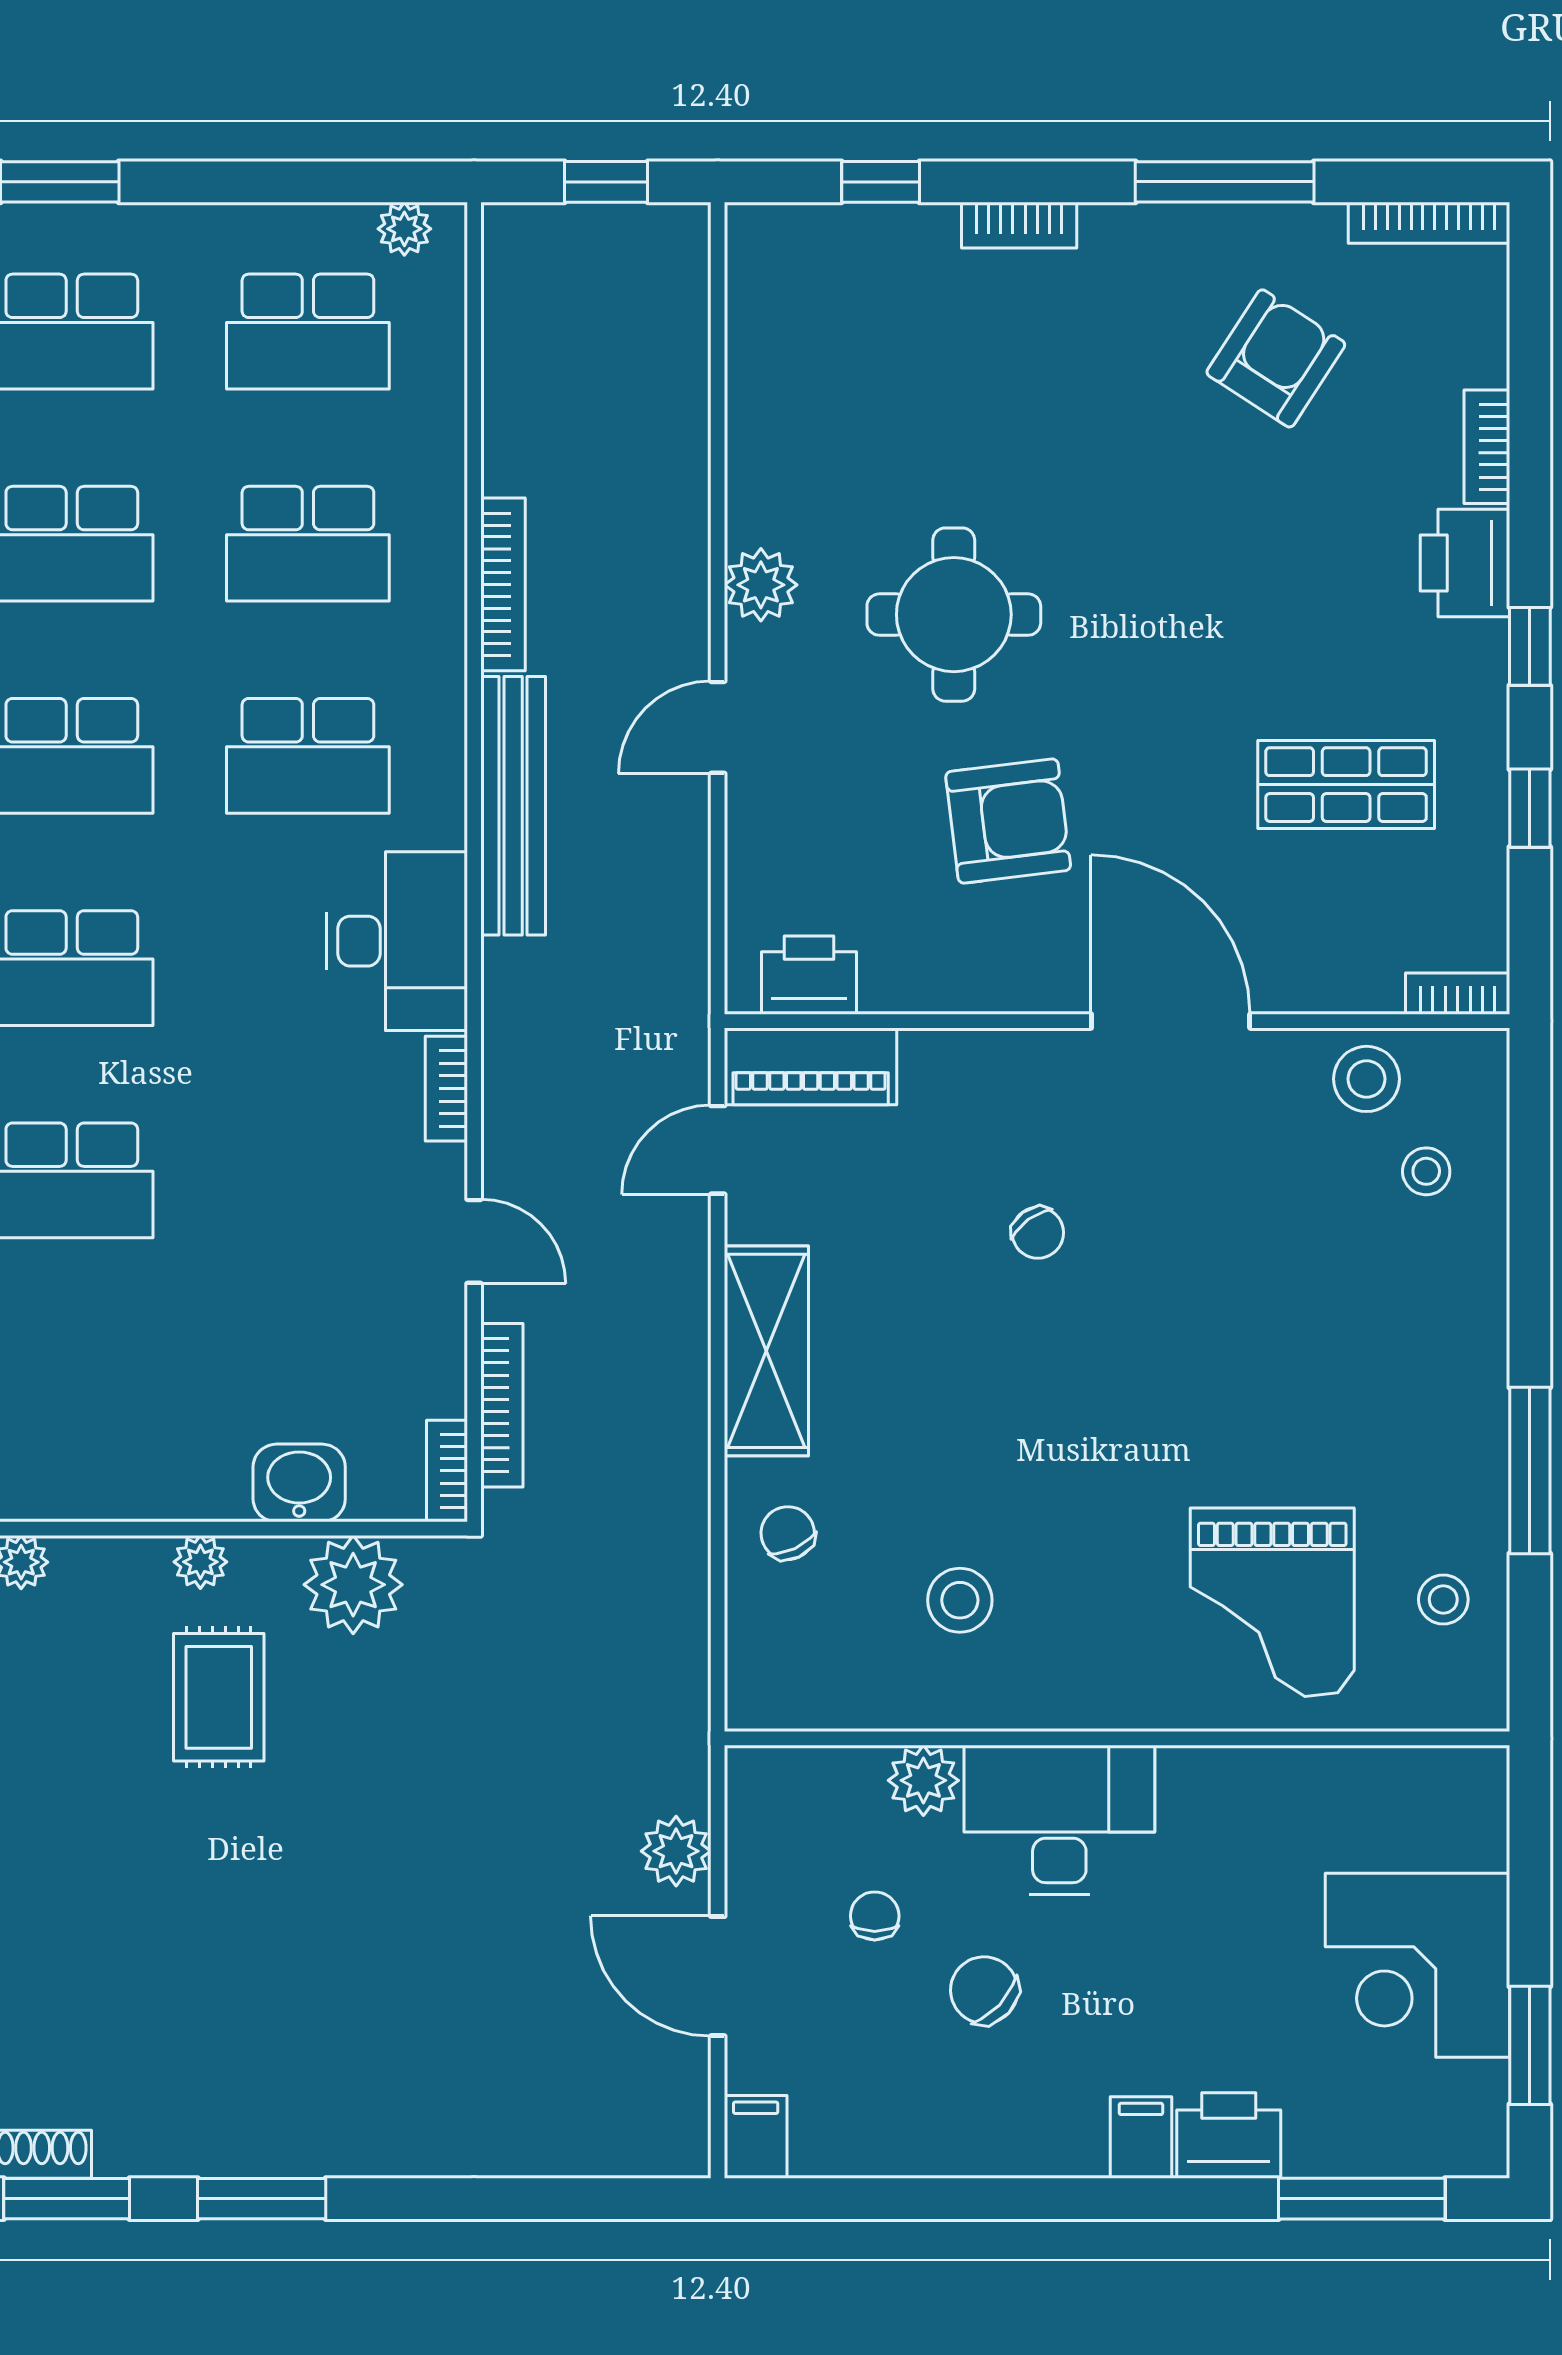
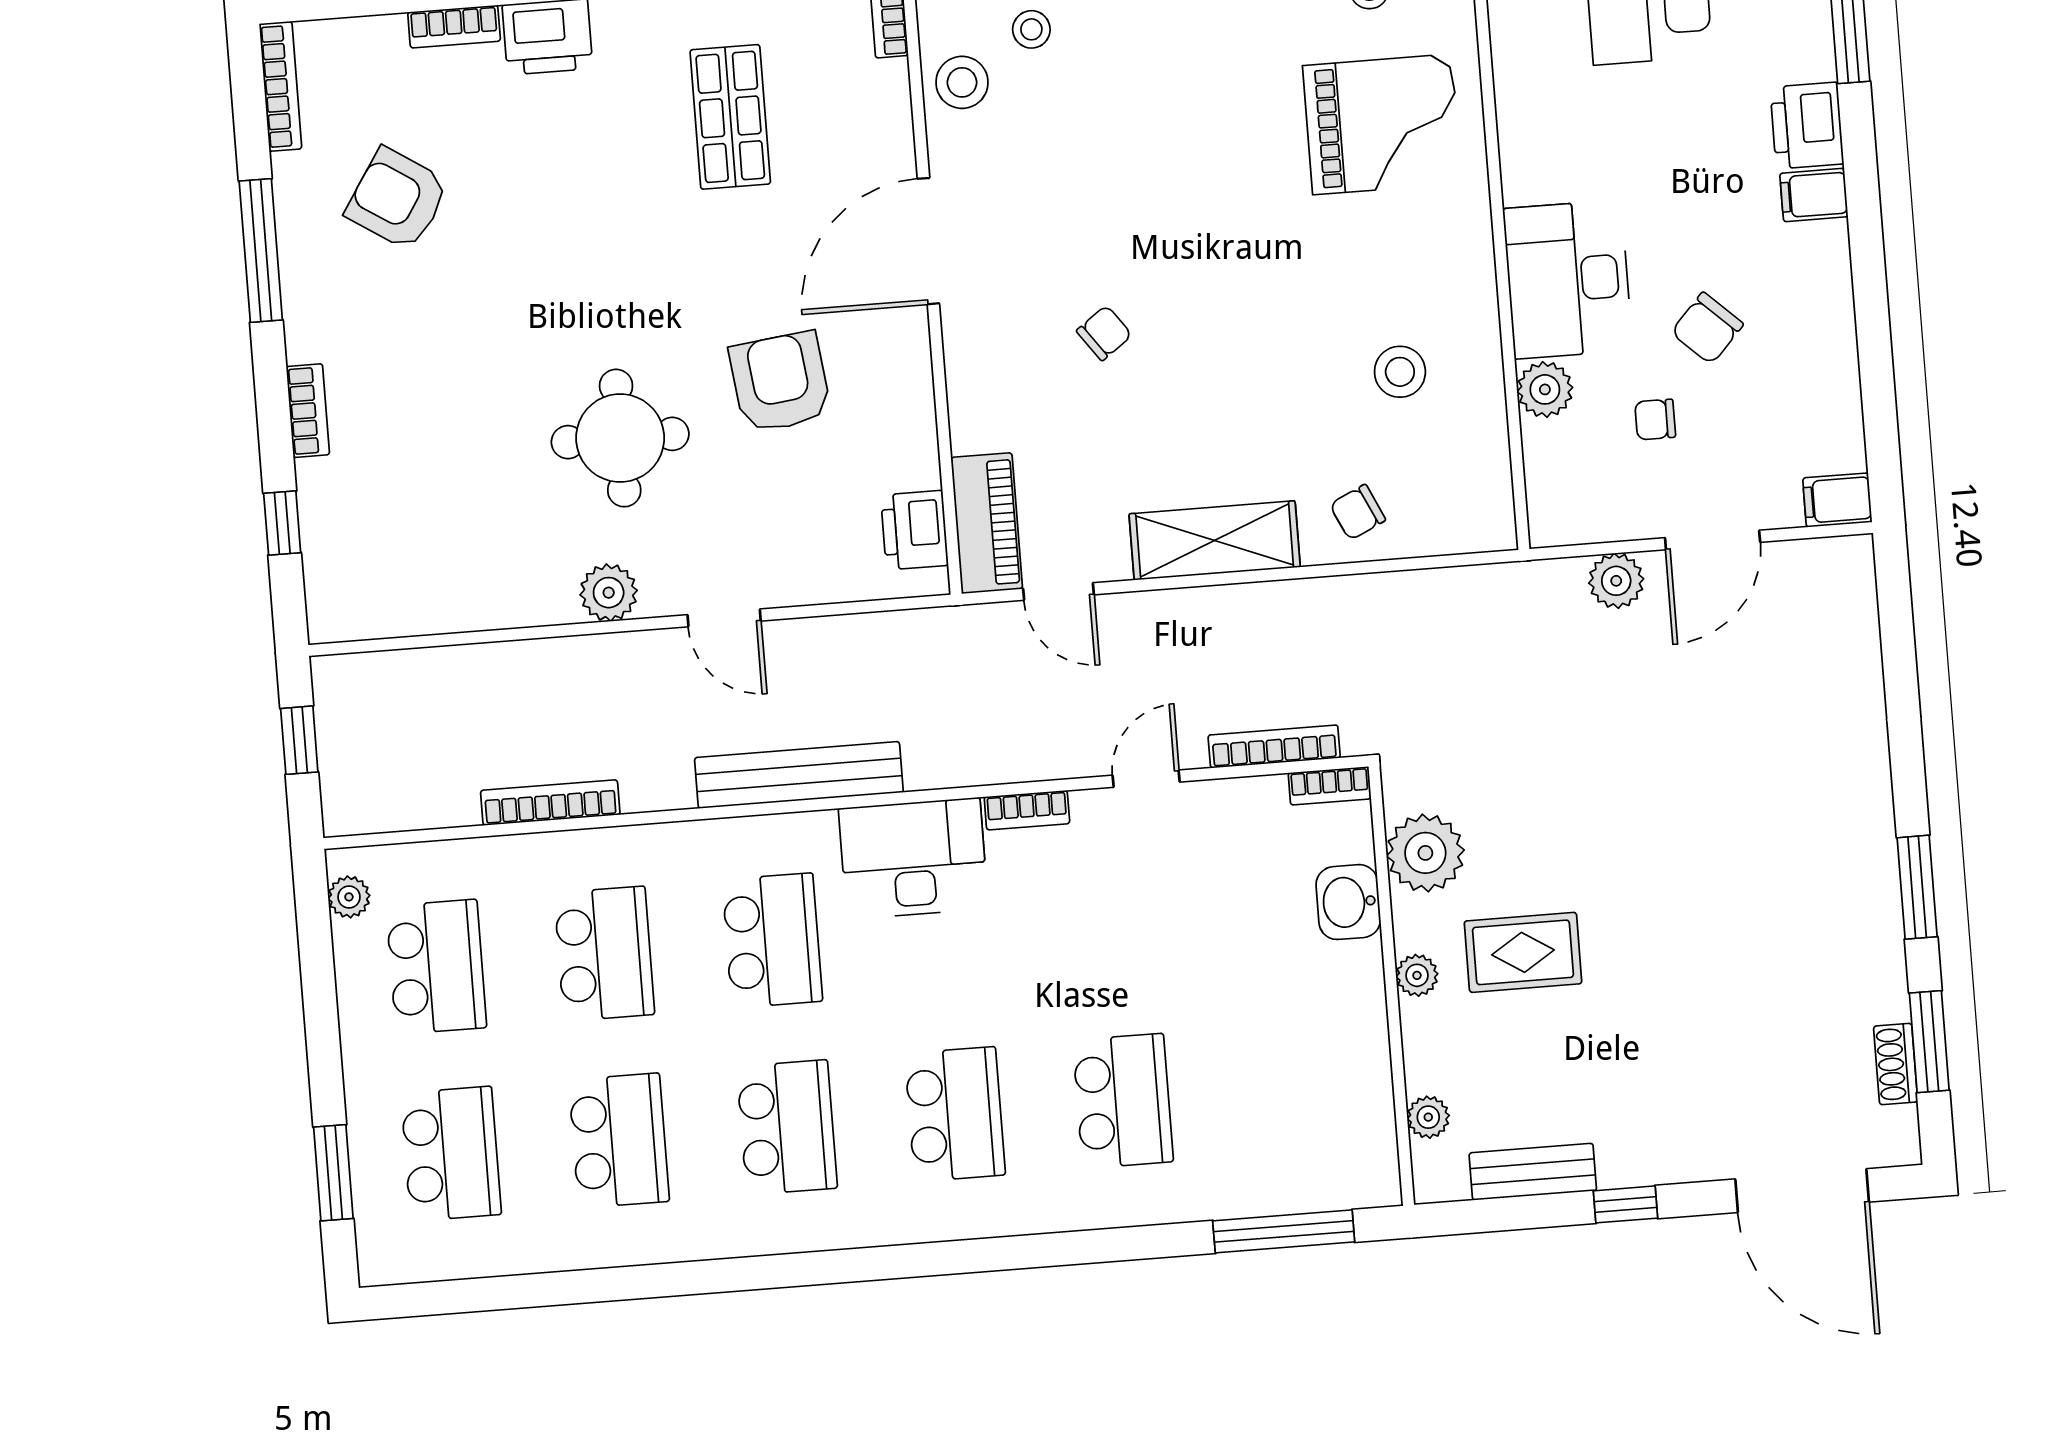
bookcase: (503, 584) -> (550, 803), moved

